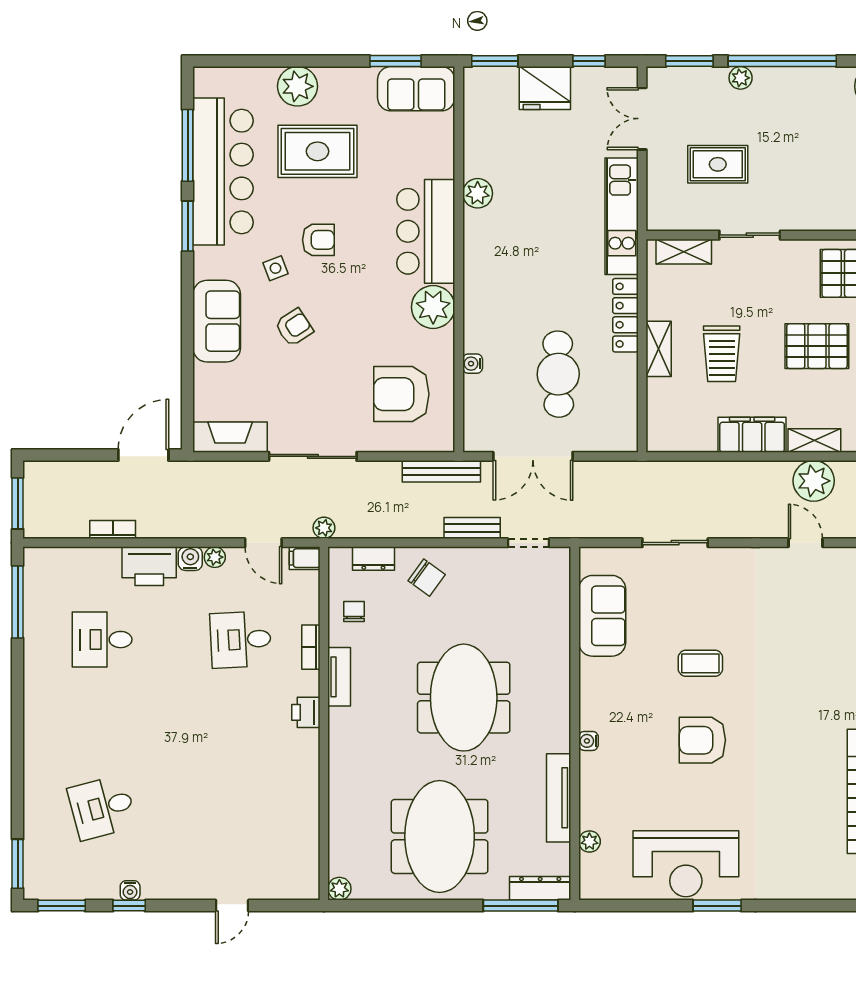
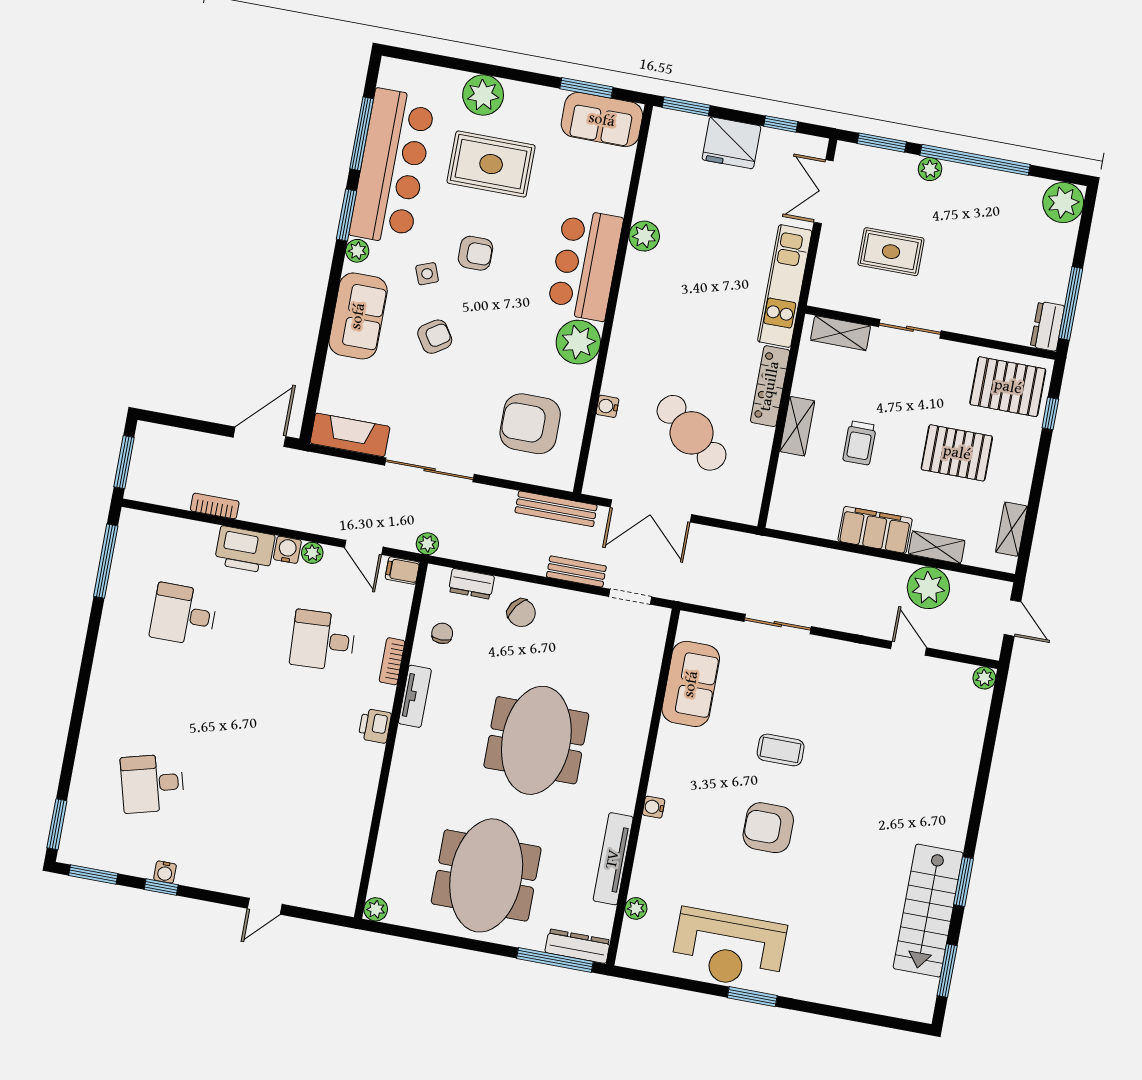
plant: (204, 259) -> (357, 251), added
trolley: (722, 354) -> (860, 443), width x0.73, depth x0.72
cafe table: (558, 374) -> (692, 433), turned -50

